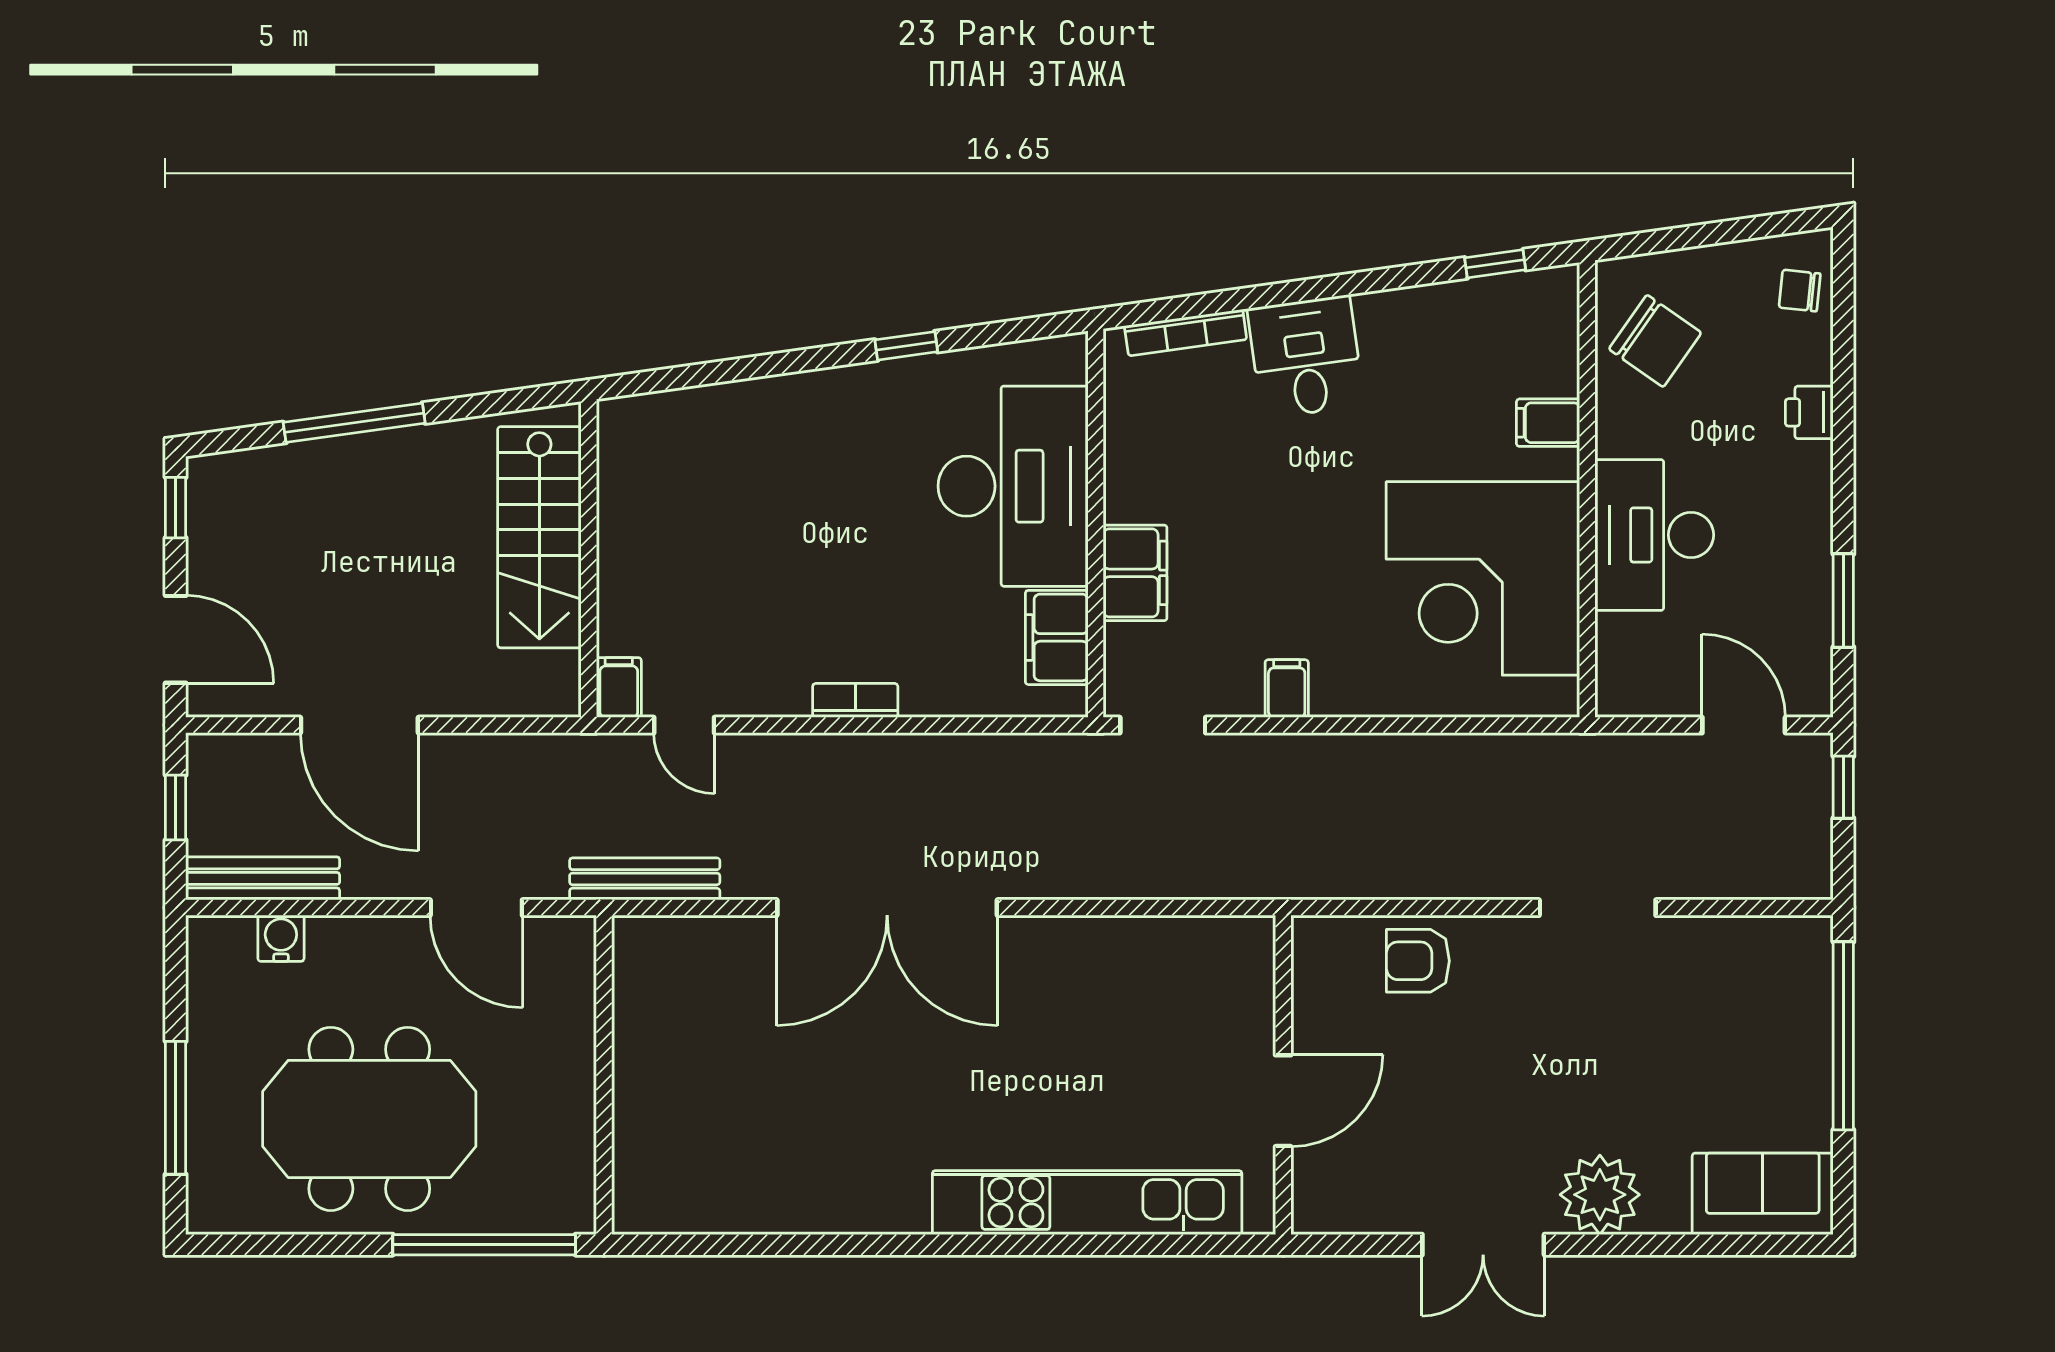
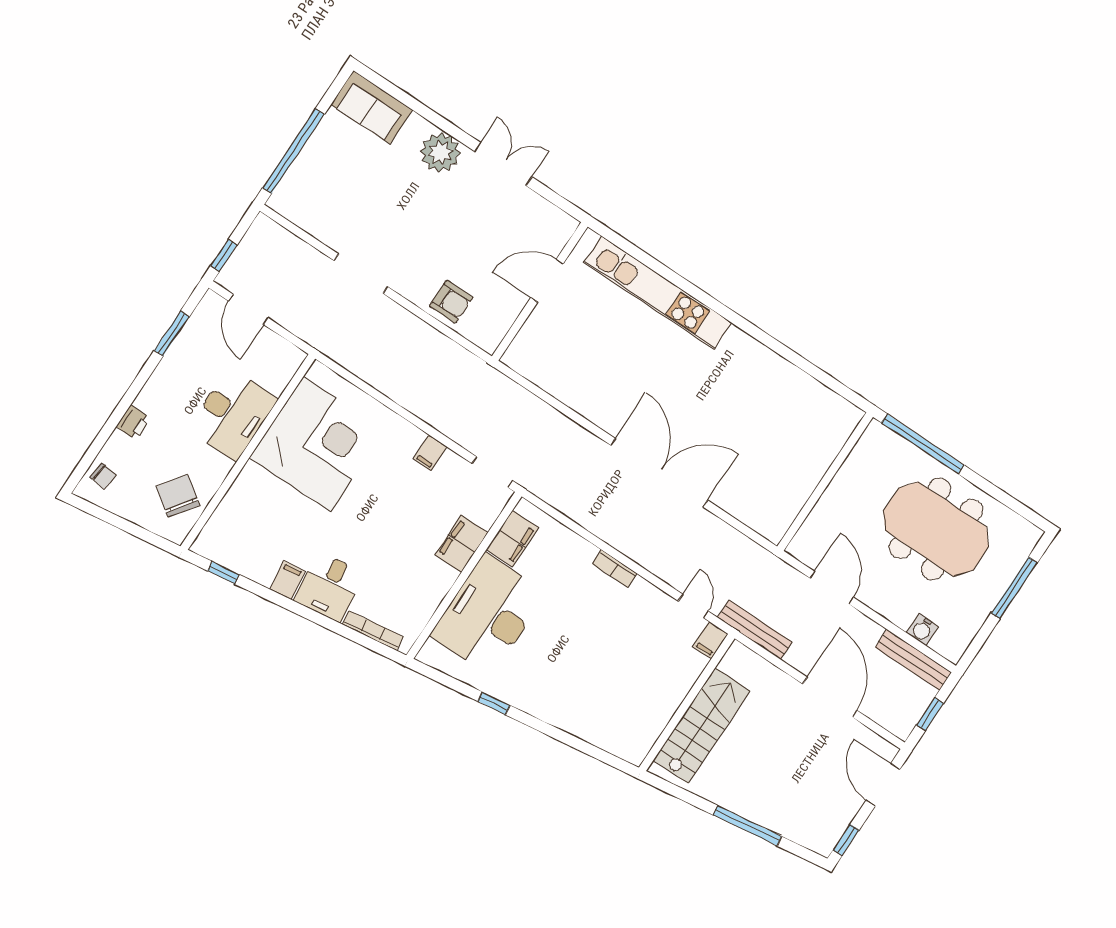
filing cabinet: (1548, 423) -> (288, 580), moved, turned -98
bench: (645, 879) -> (755, 630), moved

